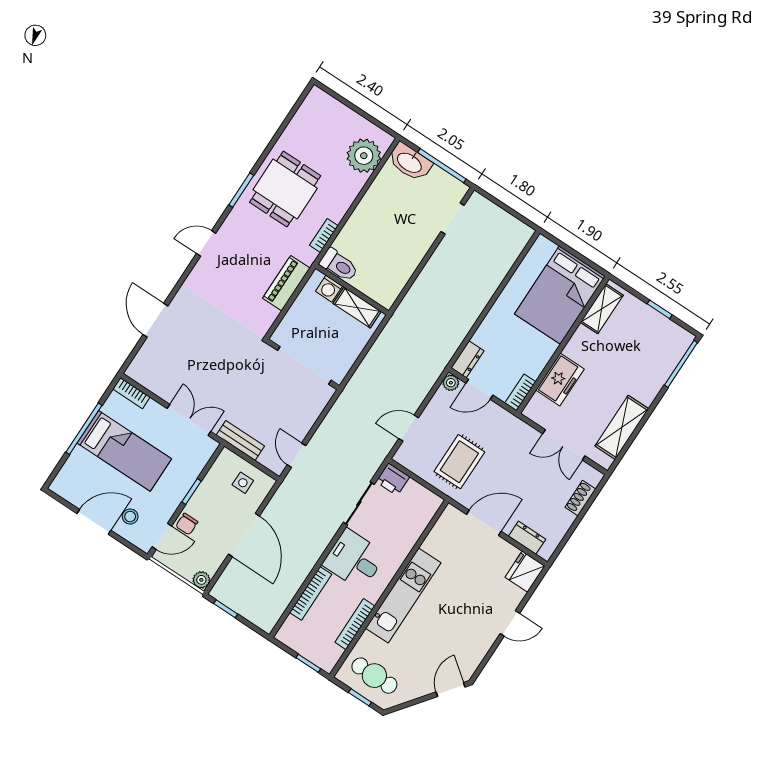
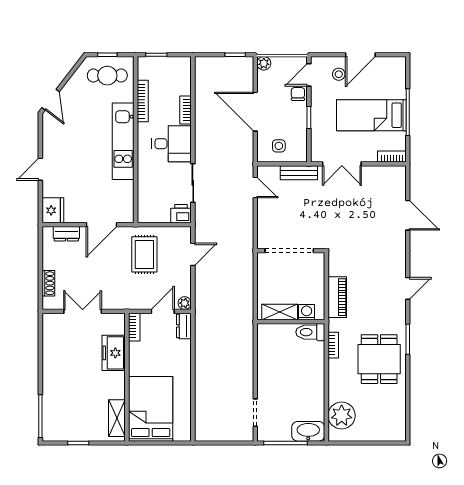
shelving: (622, 427) -> (52, 348), removed
bookcase: (311, 593) -> (185, 110), width x0.64

